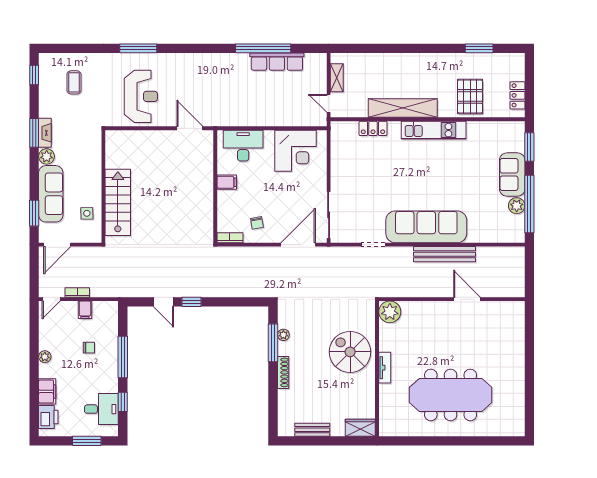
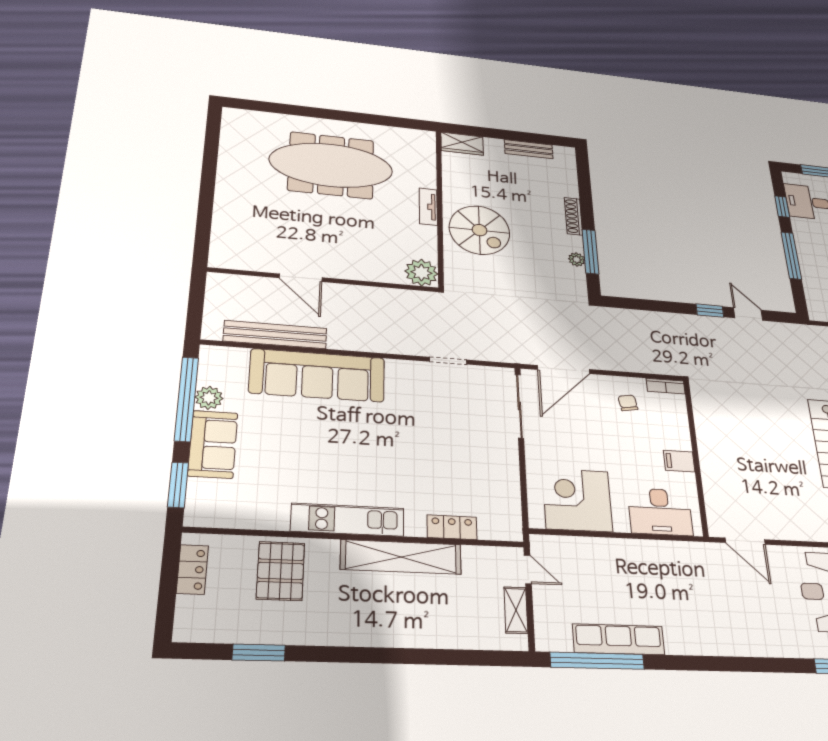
window: (263, 48) -> (597, 661), moved
sofa: (426, 227) -> (317, 375), moved
bench: (444, 254) -> (275, 335), moved

